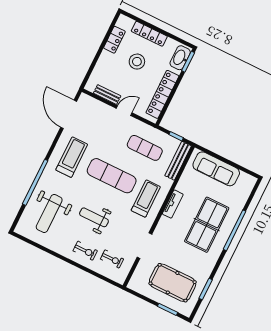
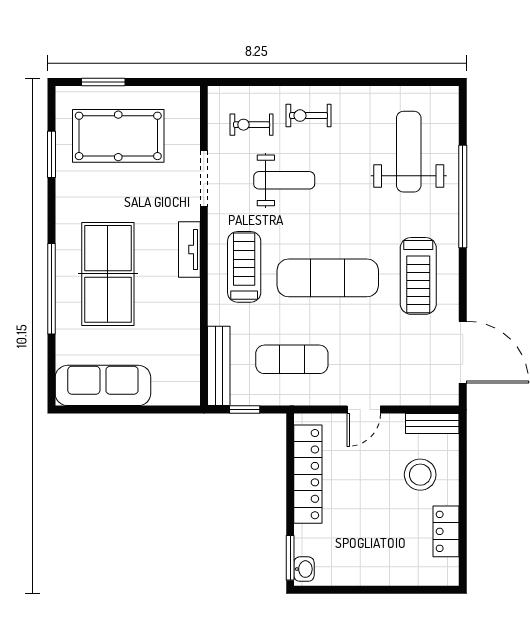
locker: (149, 34) -> (387, 574), removed
washbasin: (180, 58) -> (304, 569), width x0.52, depth x0.69
stool: (137, 62) -> (420, 475), moved
bench: (107, 95) -> (432, 424), moved
sofa: (216, 169) -> (103, 385), moved
treadmill: (146, 199) -> (244, 267), turned 180
tv unit: (173, 204) -> (189, 250), moved
weight bench: (94, 217) -> (284, 180), moved

